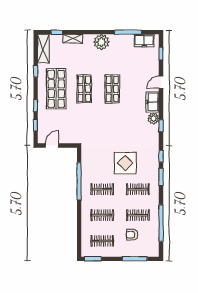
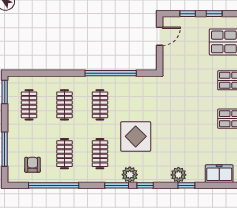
plant: (153, 118) -> (178, 175), moved
door: (52, 145) -> (160, 36), hinge flipped
plant: (153, 167) -> (130, 175), added
armchair: (132, 235) -> (32, 165), moved

